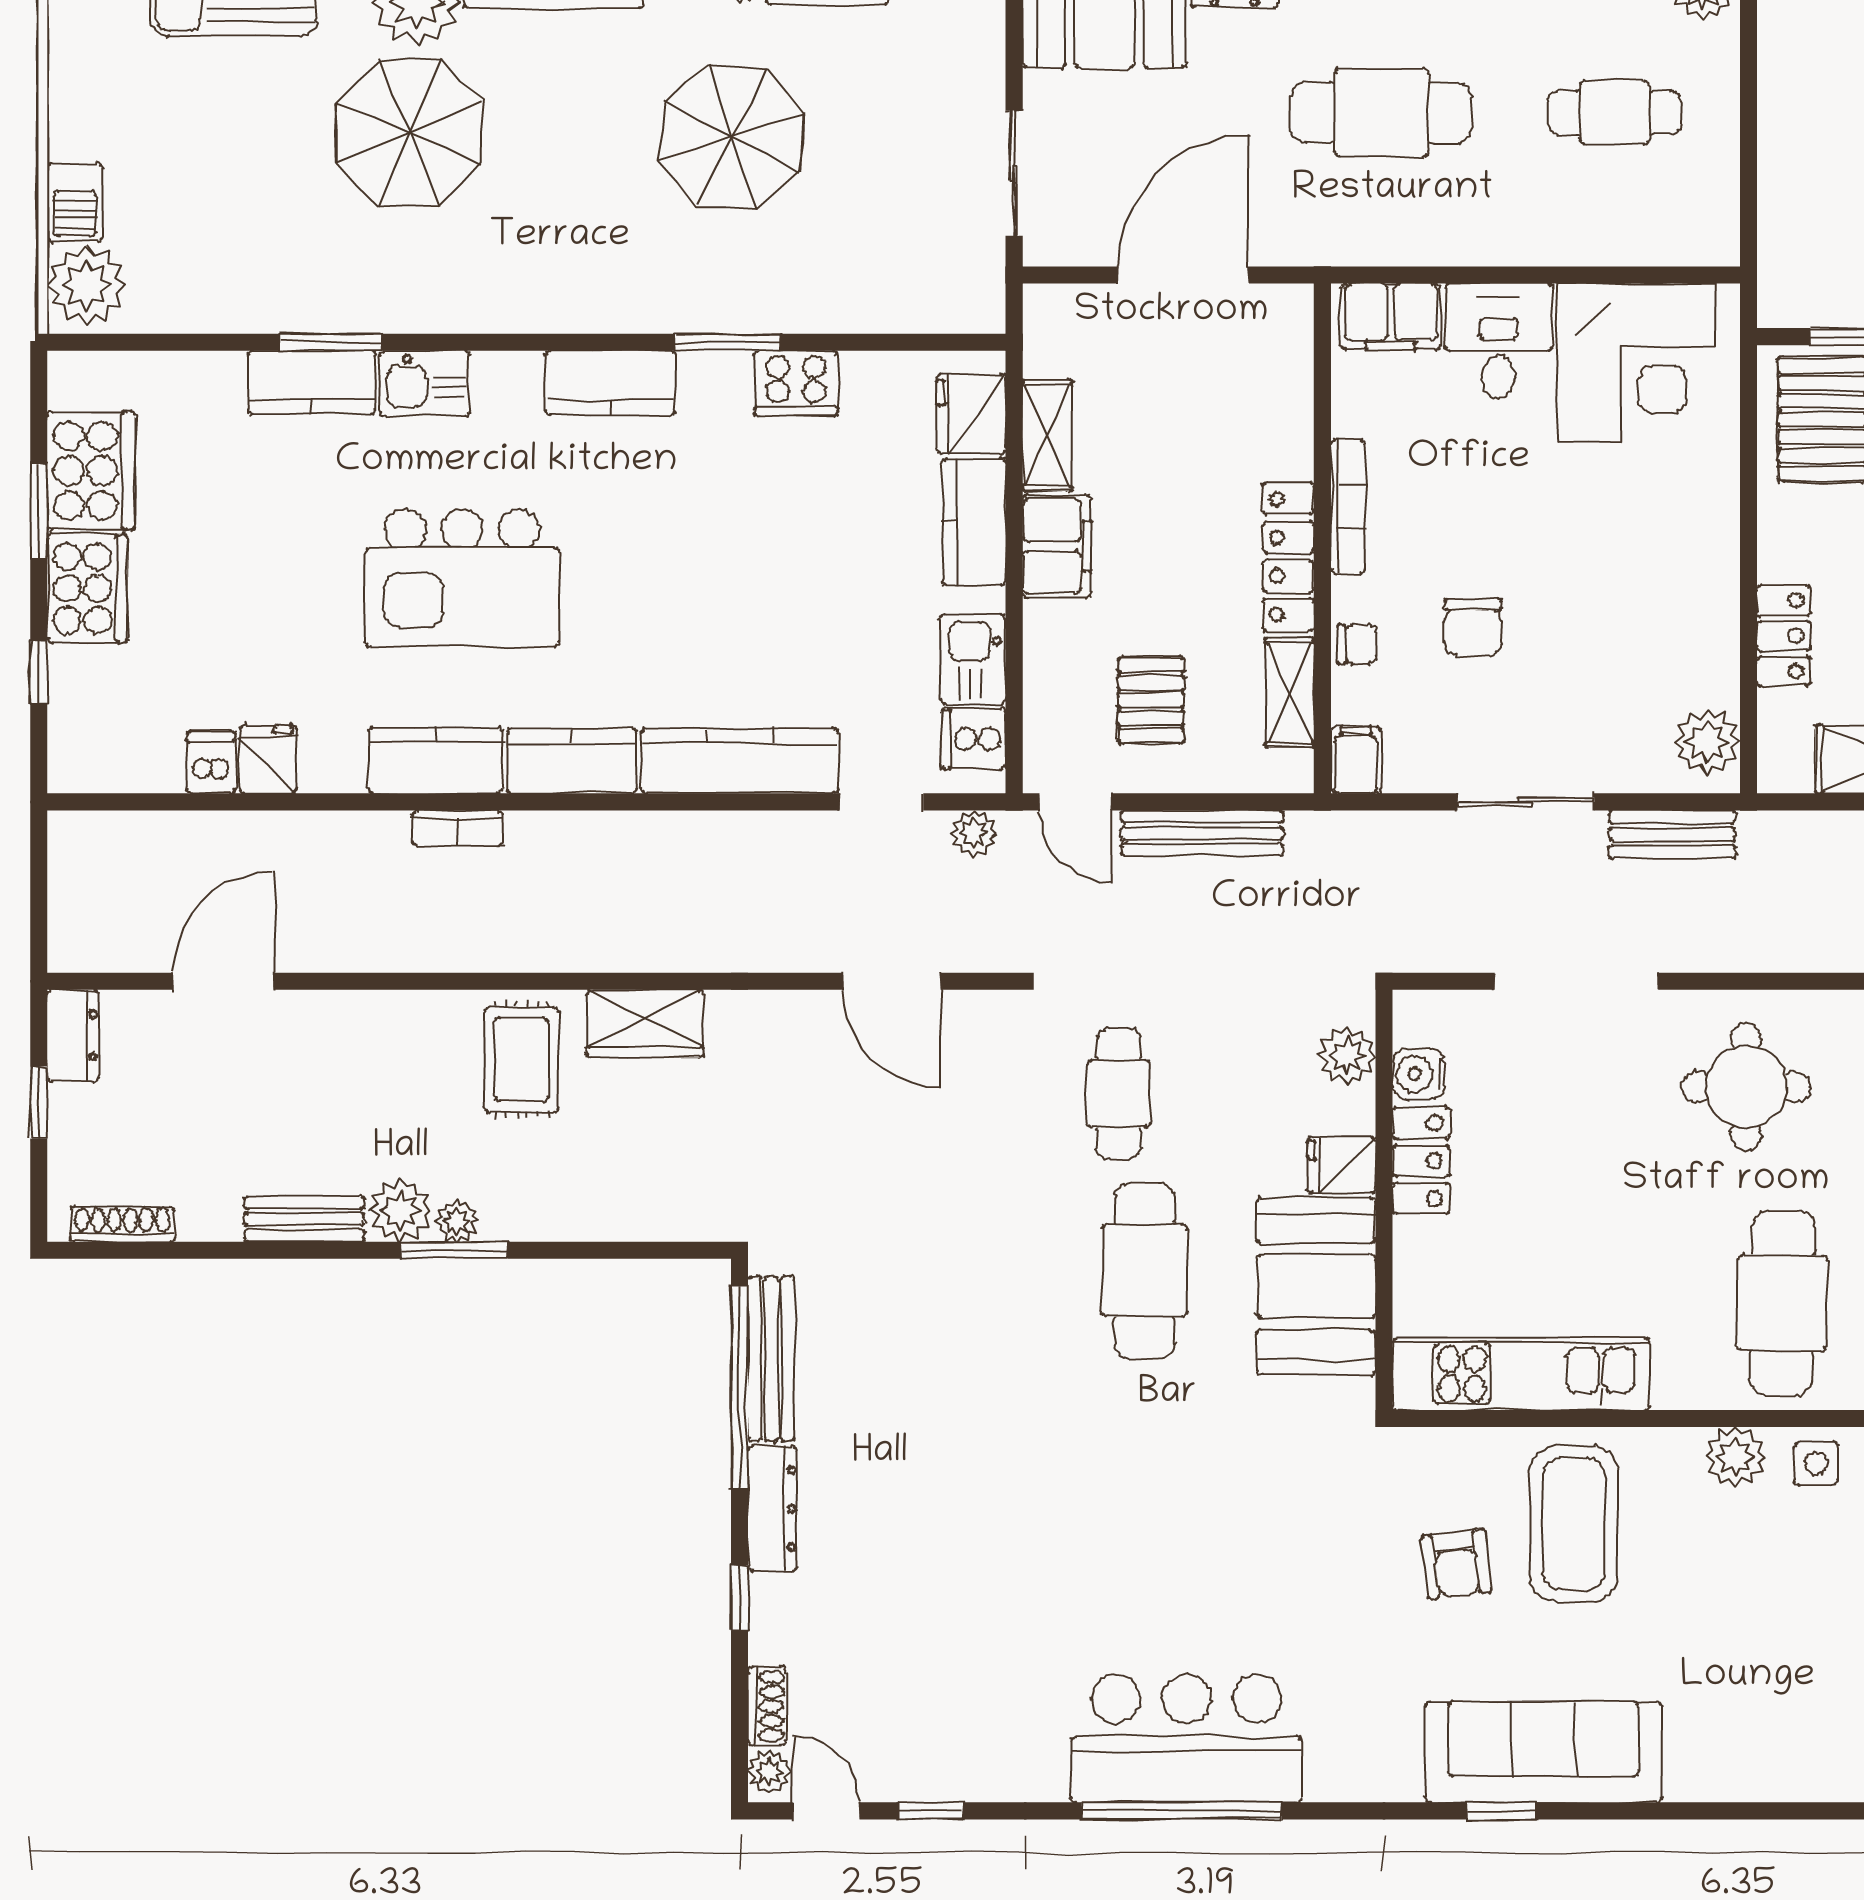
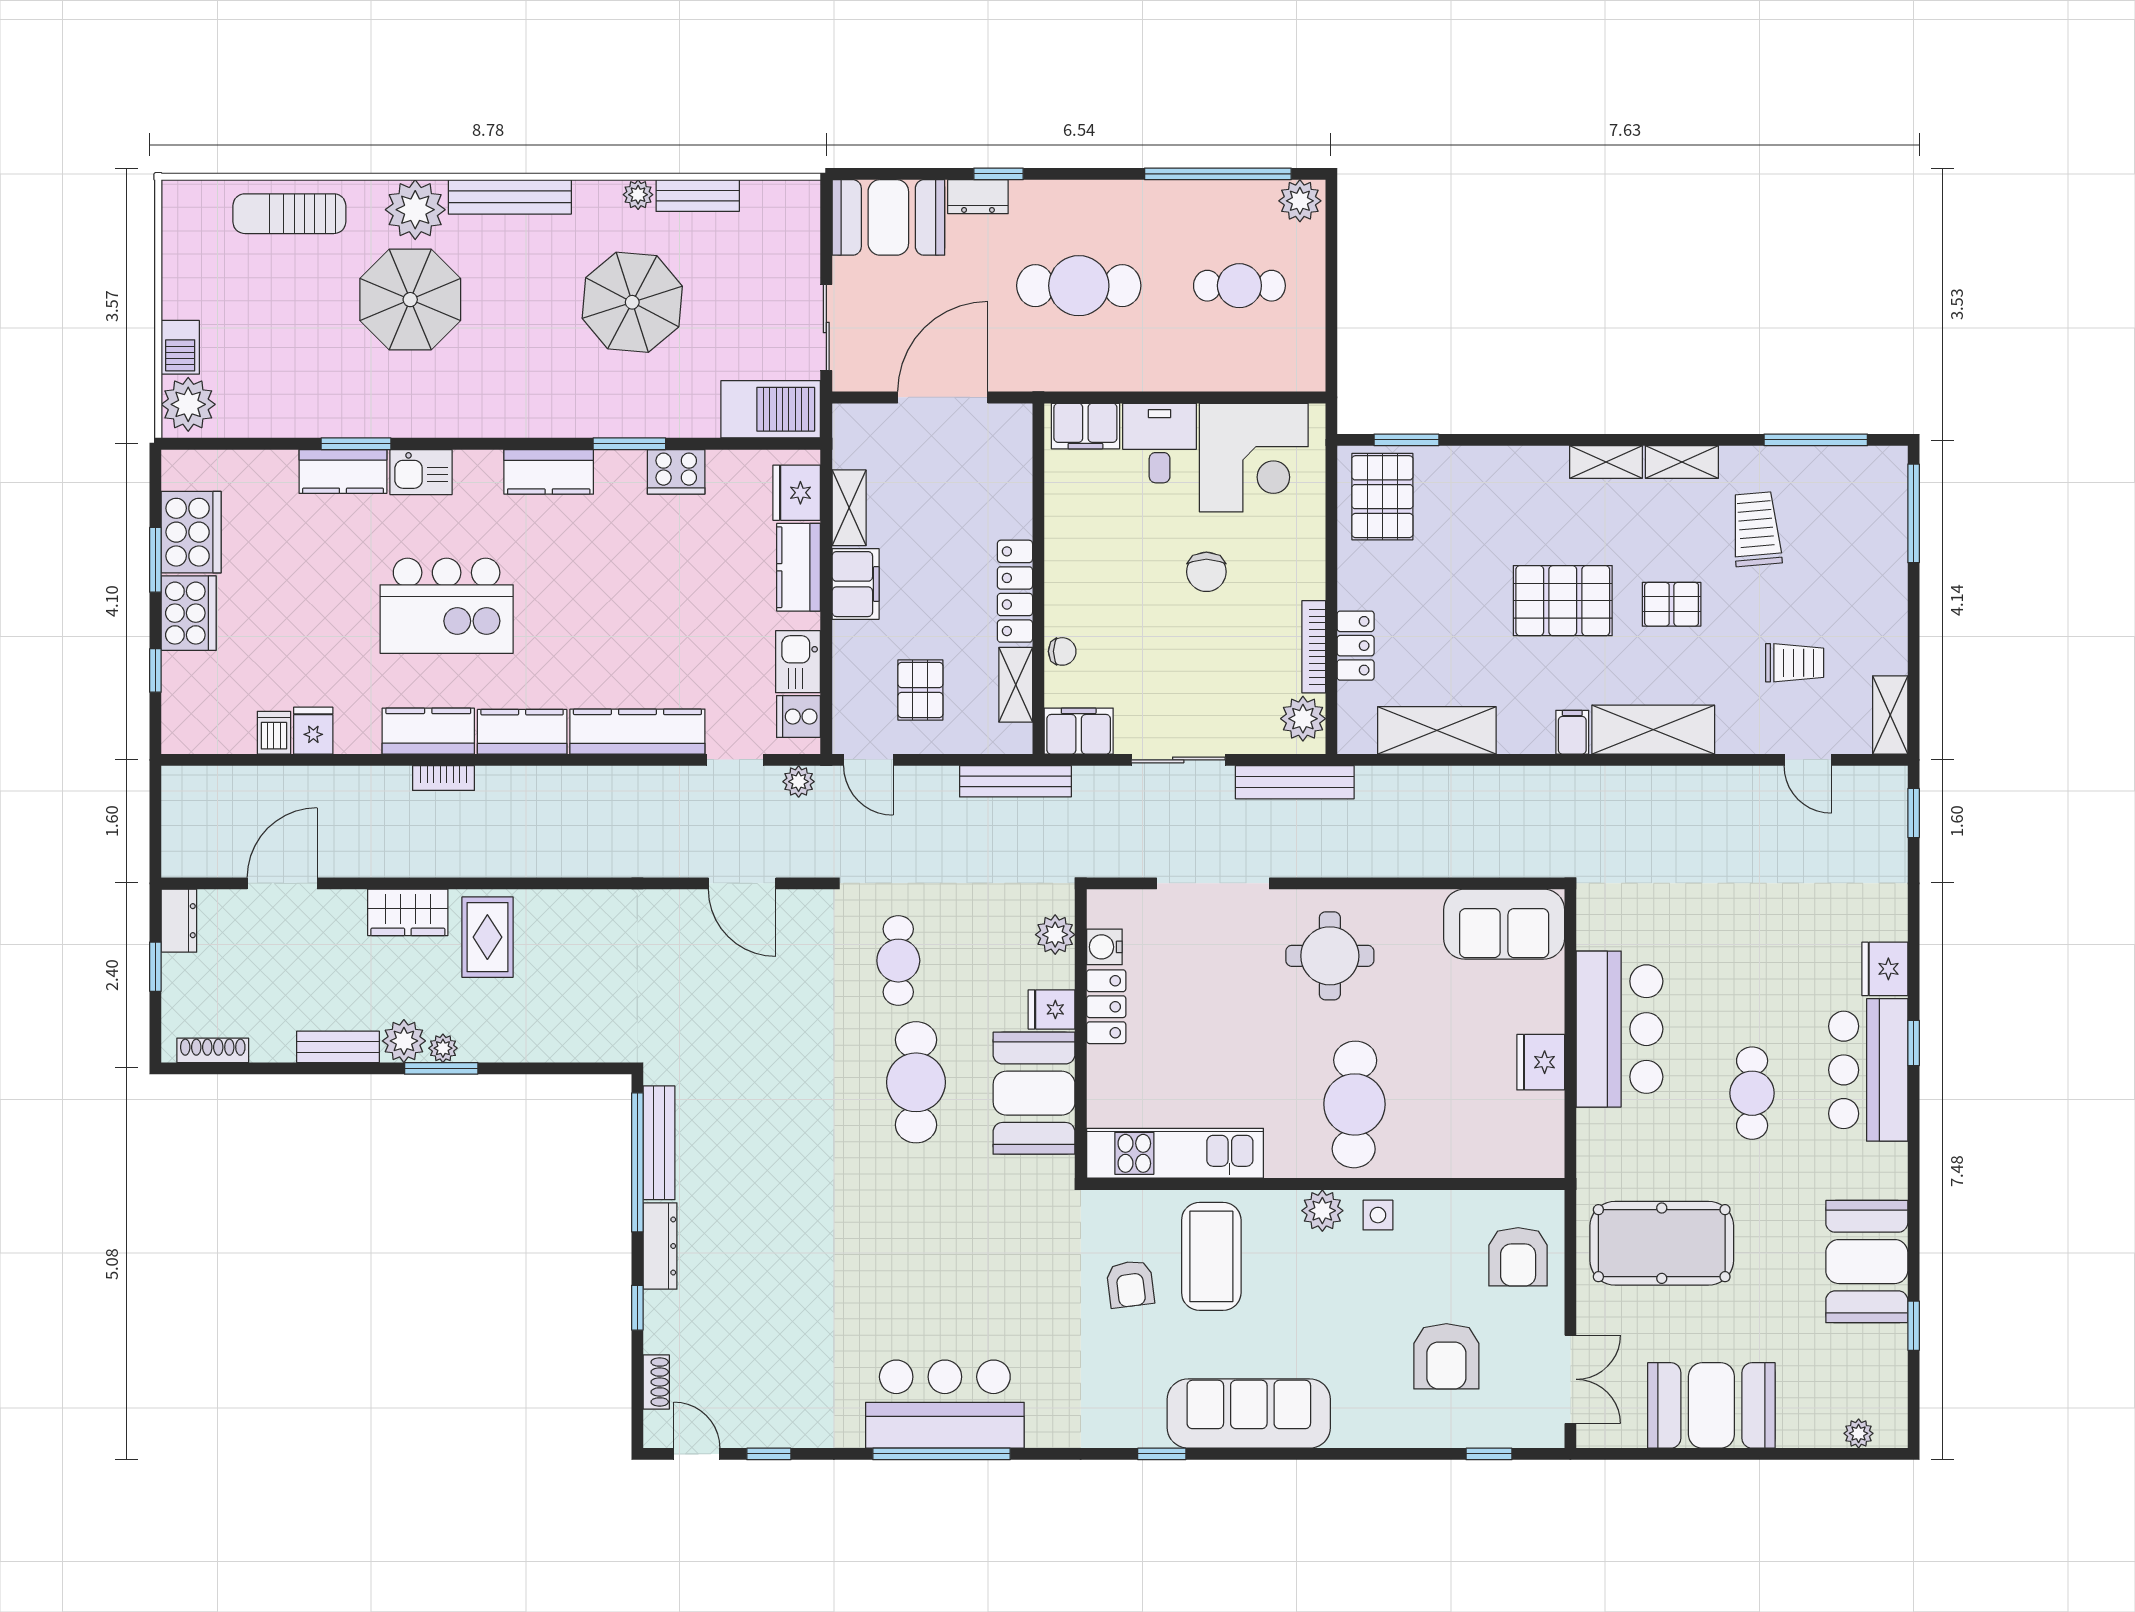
barbecue: (933, 292) -> (771, 409), added
bookcase: (1348, 507) -> (1314, 647), moved, turned 180
chair: (1473, 627) -> (1206, 572), moved
filing cabinet: (1356, 760) -> (1079, 731), width x2.00
bench: (1202, 833) -> (1015, 781), moved
bench: (1672, 834) -> (1295, 782), width x1.36
wardrobe: (645, 1024) -> (408, 912), moved
sofa: (1543, 1752) -> (1249, 1413), moved
plant: (769, 1772) -> (658, 1427), removed

